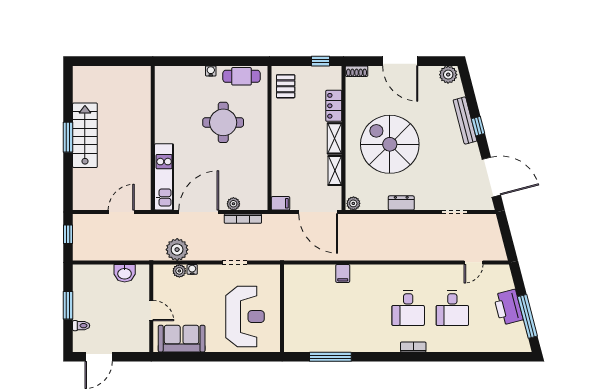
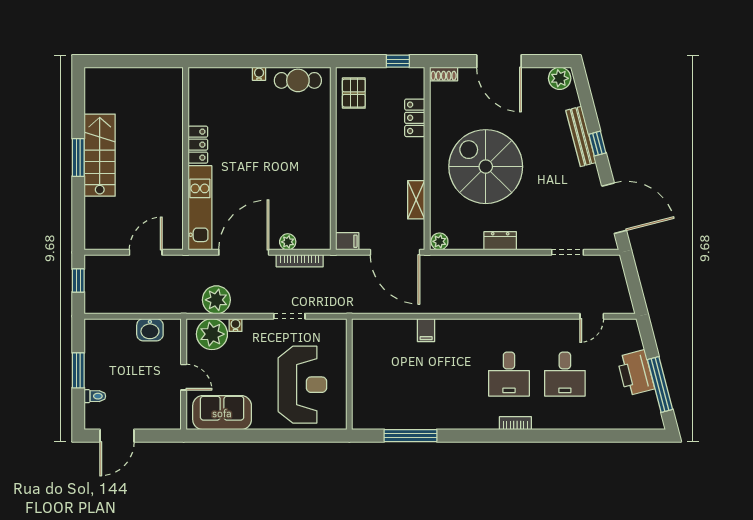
round table: (223, 122) -> (275, 139), removed
locker: (162, 127) -> (198, 145), added
shelving: (335, 138) -> (416, 159), removed
plant: (179, 271) -> (212, 334), width x1.87, depth x1.87

